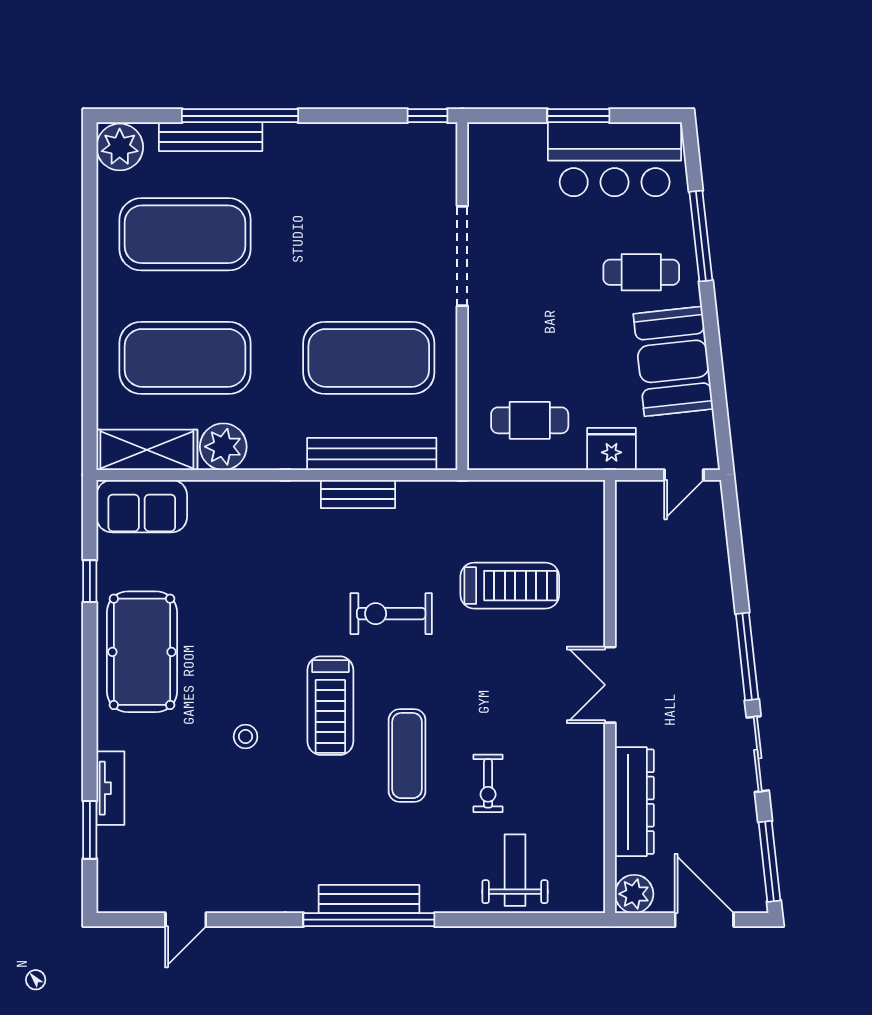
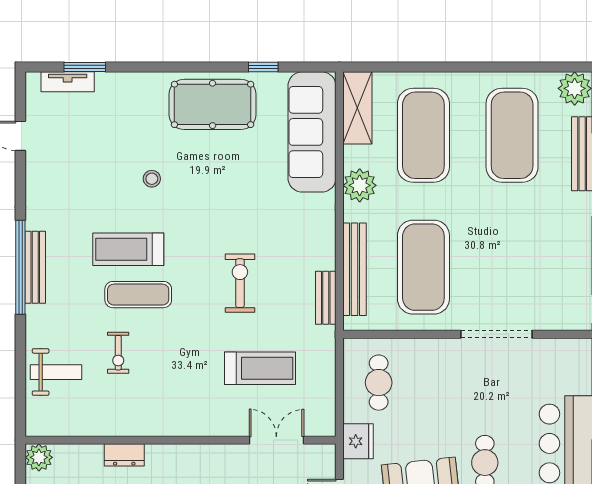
plant: (223, 447) -> (360, 185), moved
bench: (358, 494) -> (326, 298), moved
sofa: (142, 506) -> (312, 132), width x1.85, depth x1.27
treadmill: (510, 586) -> (260, 368), turned -90
double door: (610, 685) -> (276, 440), moved
treadmill: (330, 706) -> (128, 249), moved
exercise bike: (488, 783) -> (118, 353), turned -90
tv unit: (110, 788) -> (68, 82), moved
dresser: (634, 802) -> (124, 455), width x0.51, depth x0.80

